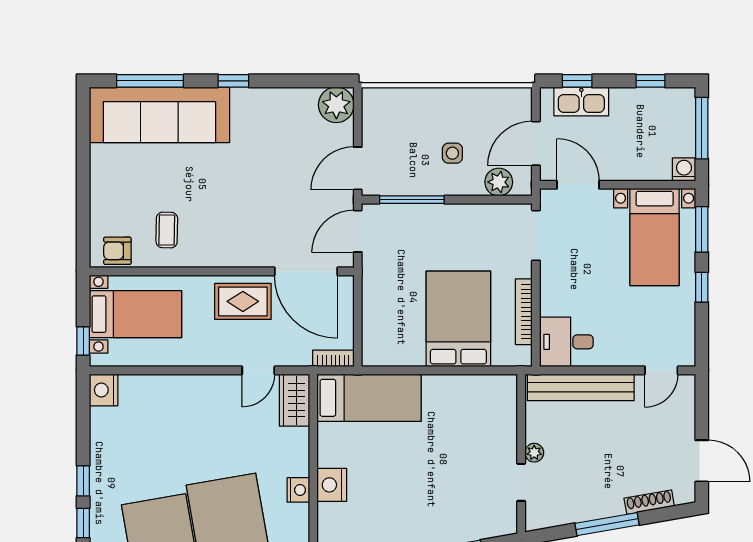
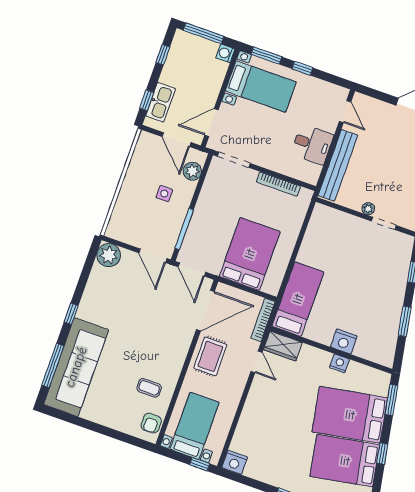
bed: (458, 319) -> (250, 254), moved, turned 90
desk: (566, 342) -> (312, 144), moved, turned -90
bookcase: (333, 358) -> (263, 320), width x1.56

